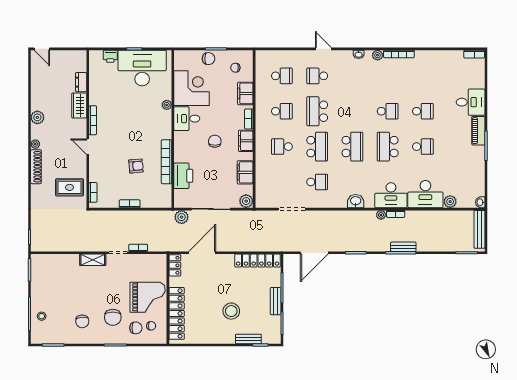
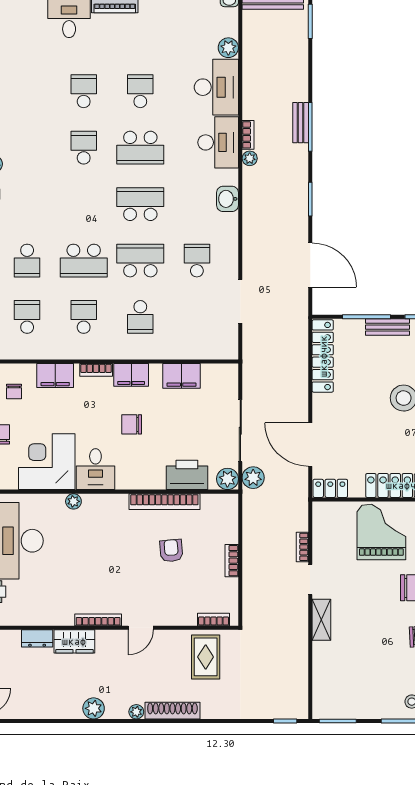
plant: (246, 201) -> (227, 479), moved

